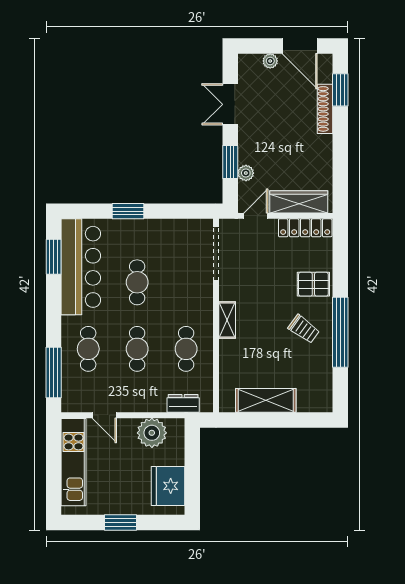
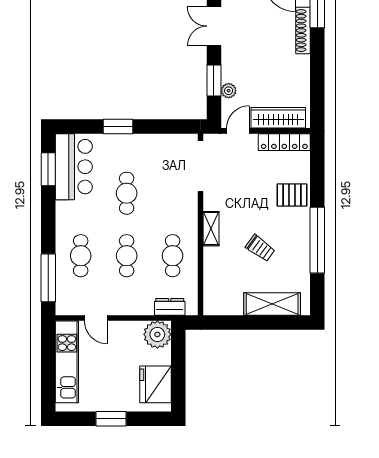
bar counter: (81, 267) -> (74, 167), width x0.73
trolley: (304, 329) -> (260, 248), moved
shelving: (266, 400) -> (272, 304), moved
plant: (152, 433) -> (157, 334), moved

